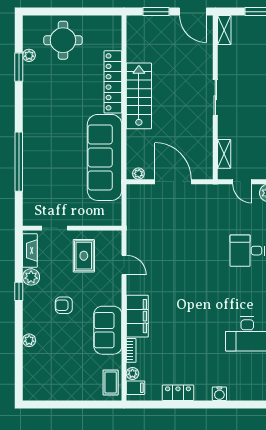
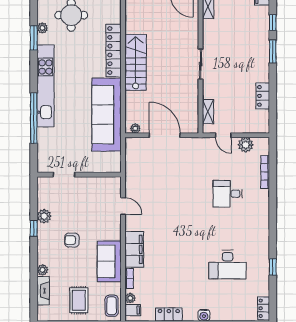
kitchen unit: (33, 124) -> (45, 86), added
fireplace: (30, 251) -> (43, 291), moved
rug: (84, 256) -> (79, 300), moved

